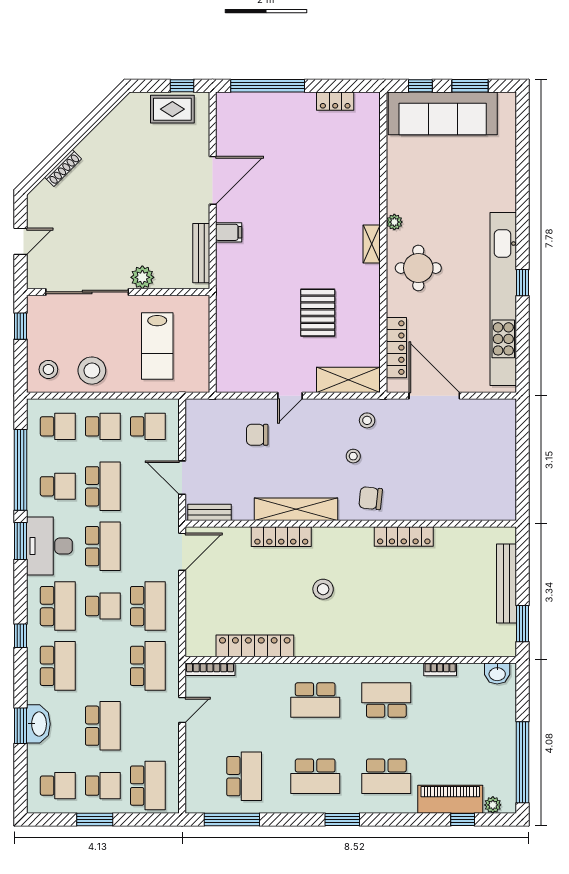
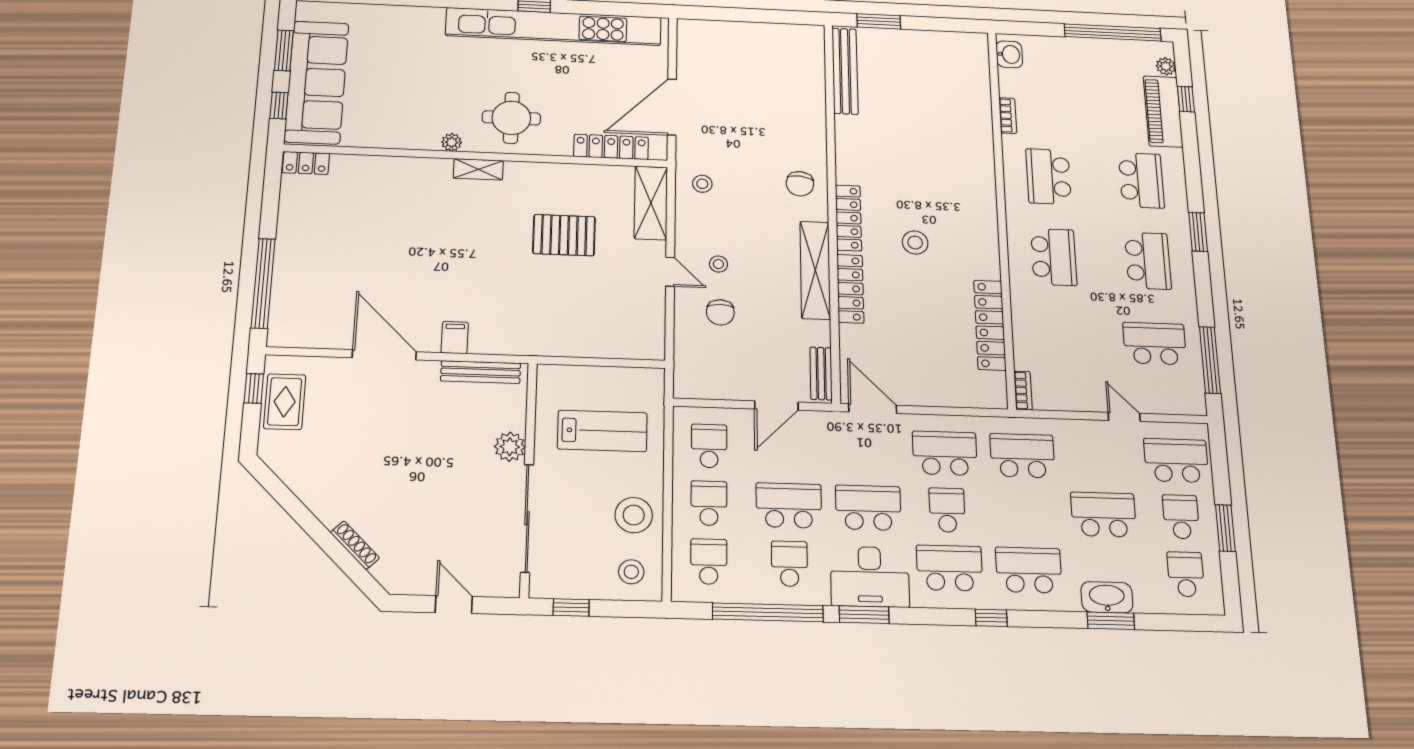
locker: (335, 101) -> (306, 163), moved, turned 90
stool: (353, 456) -> (718, 264), moved
locker: (404, 537) -> (848, 218), moved
bench: (507, 584) -> (845, 71), moved, turned 90
window: (523, 624) -> (879, 21), moved
bookcase: (210, 669) -> (1023, 390), width x0.64
door: (182, 710) -> (1124, 417), moved

